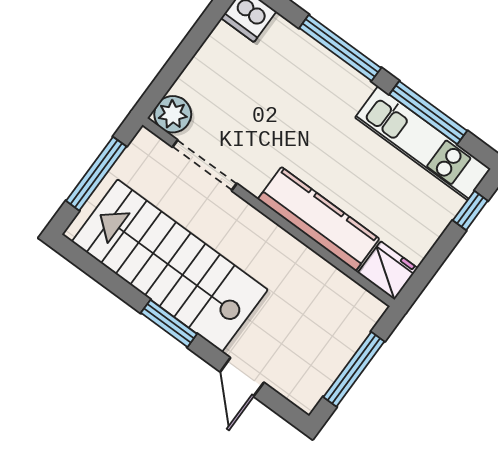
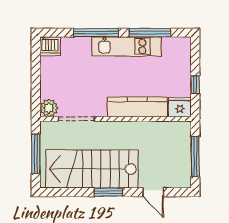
kitchen unit: (423, 143) -> (127, 46), moved
window: (470, 211) -> (195, 85), moved

